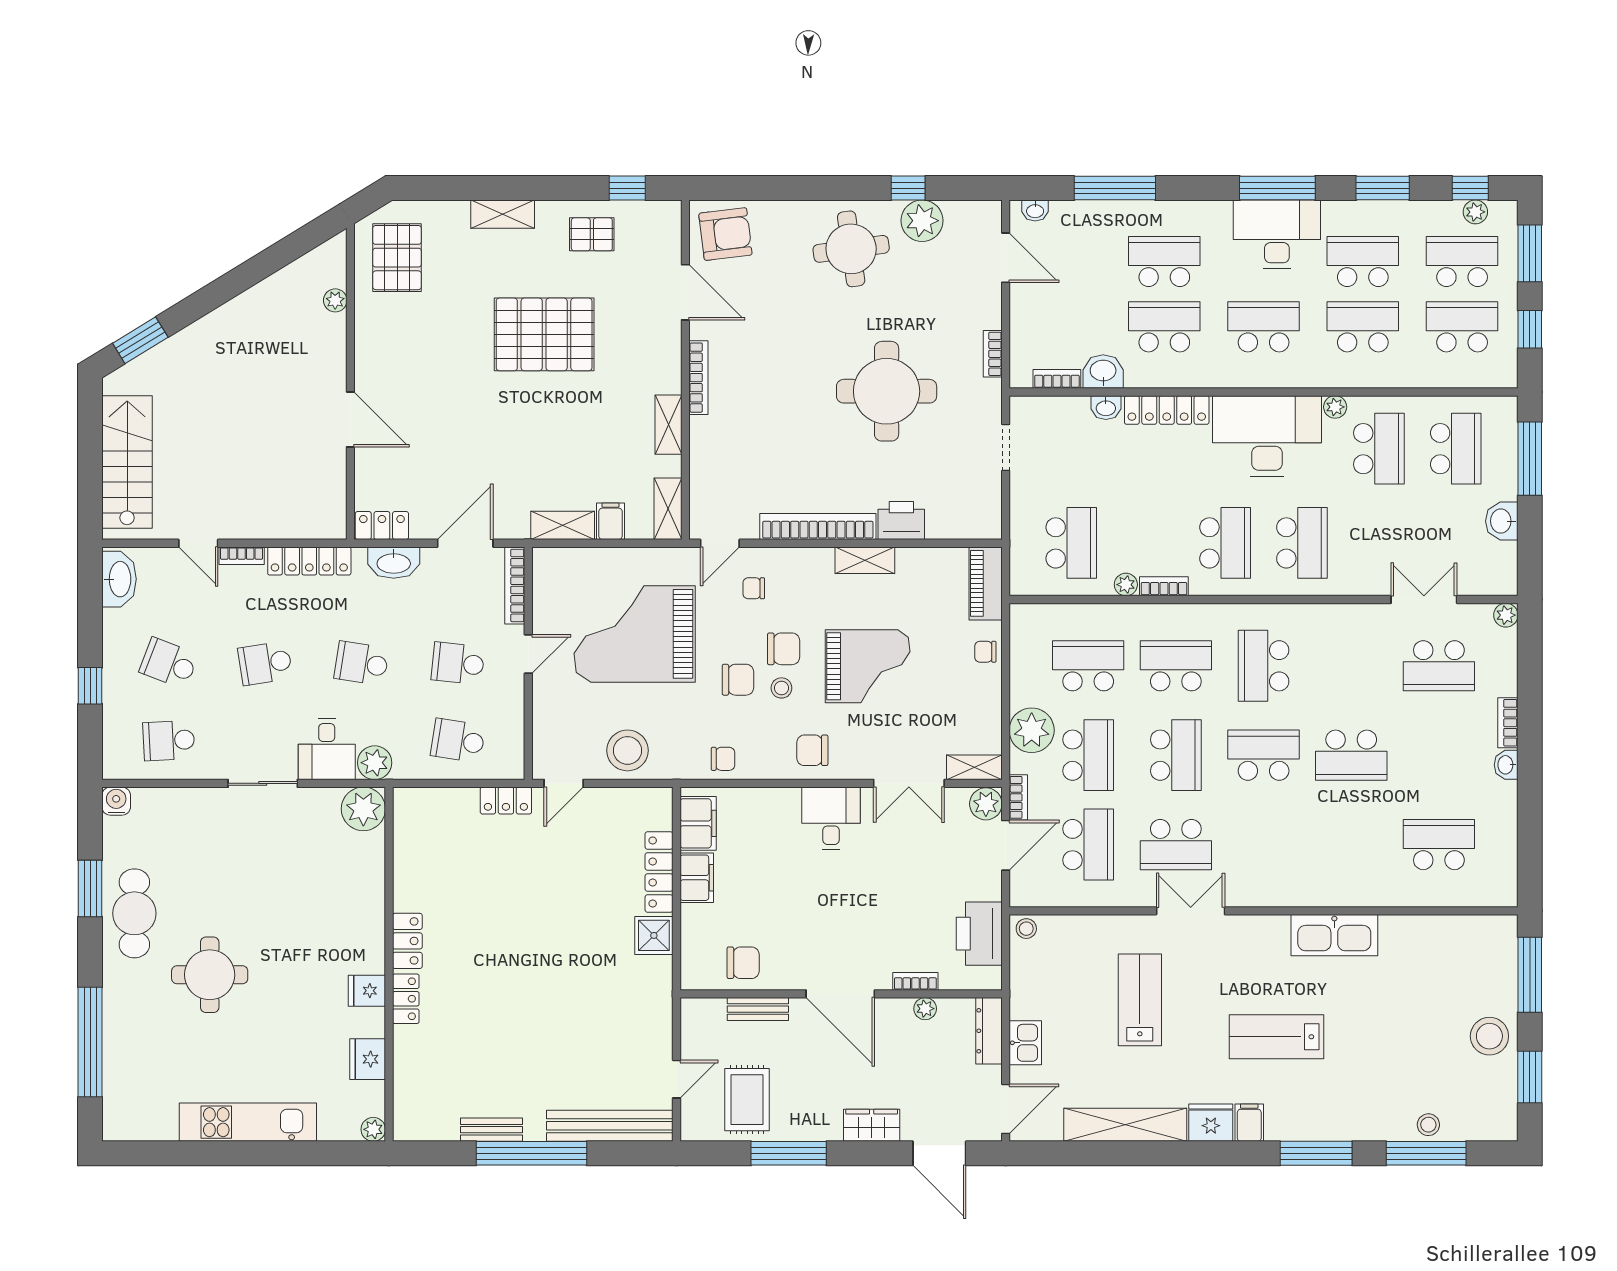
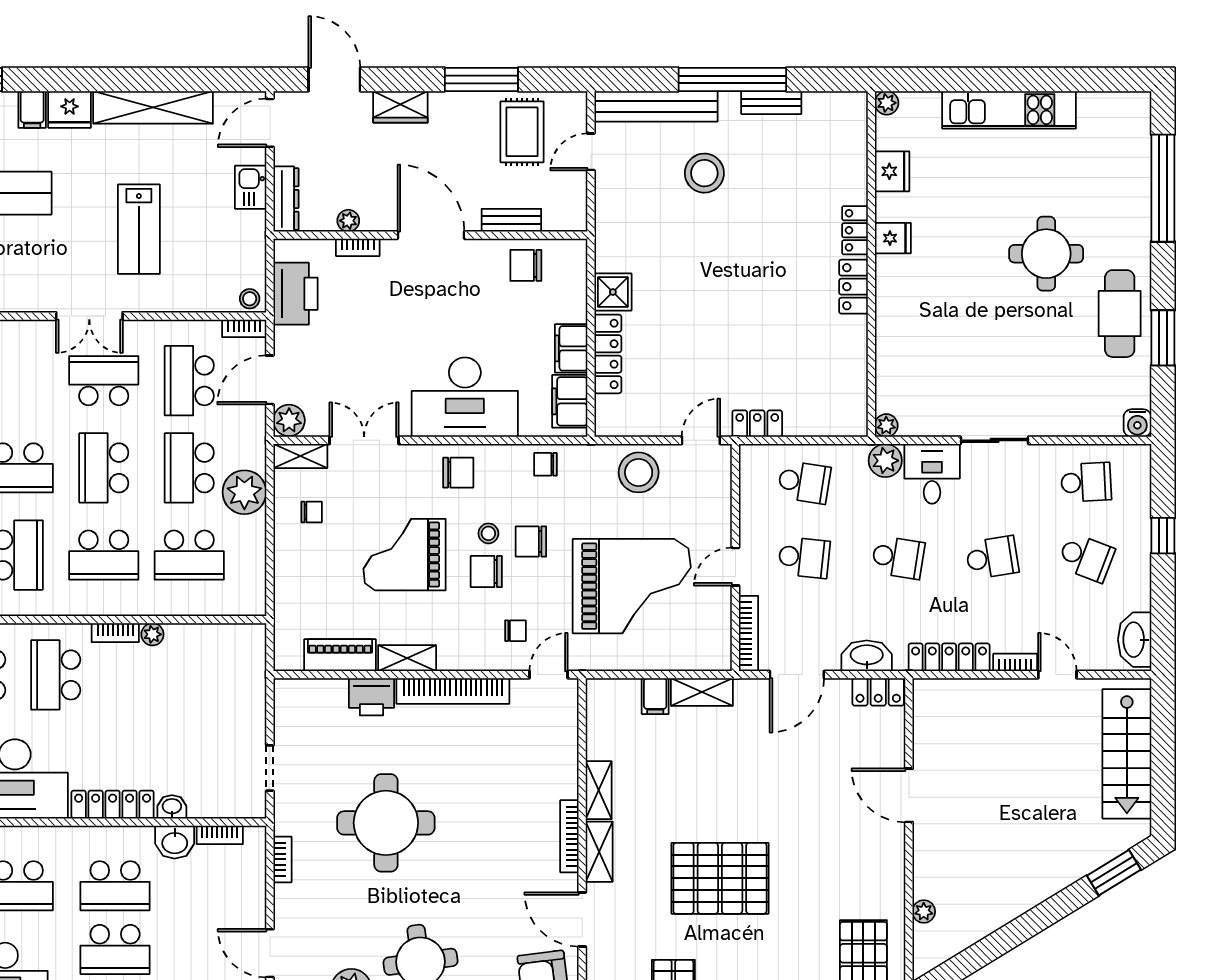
shelving: (668, 509) -> (599, 852), moved
school desk: (1071, 543) -> (206, 675), removed
piano: (986, 583) -> (340, 655), moved, turned -90
chair: (985, 652) -> (312, 512), moved
bookcase: (1018, 797) -> (244, 328), moved, turned -90
plant: (363, 809) -> (886, 425), width x0.53, depth x0.53
desk: (831, 818) -> (465, 397), width x1.87, depth x1.30
stool: (560, 1057) -> (704, 173), added

